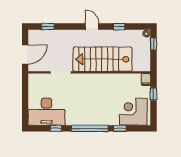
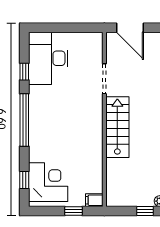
stairs: (102, 59) -> (117, 127), width x0.73, depth x0.66
window: (120, 128) -> (24, 180), moved

